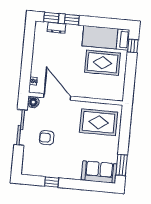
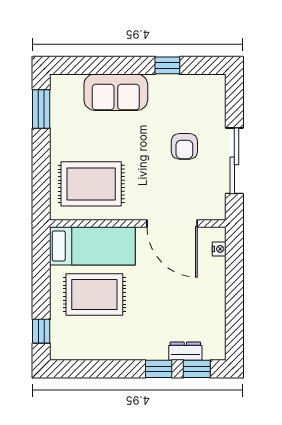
bed: (106, 38) -> (92, 246), moved
floor lamp: (33, 102) -> (215, 210), removed
armchair: (47, 138) -> (184, 146), turned 90
sofa: (99, 172) -> (116, 92), moved

